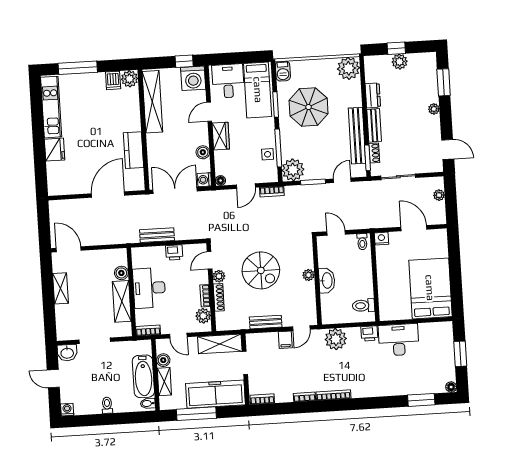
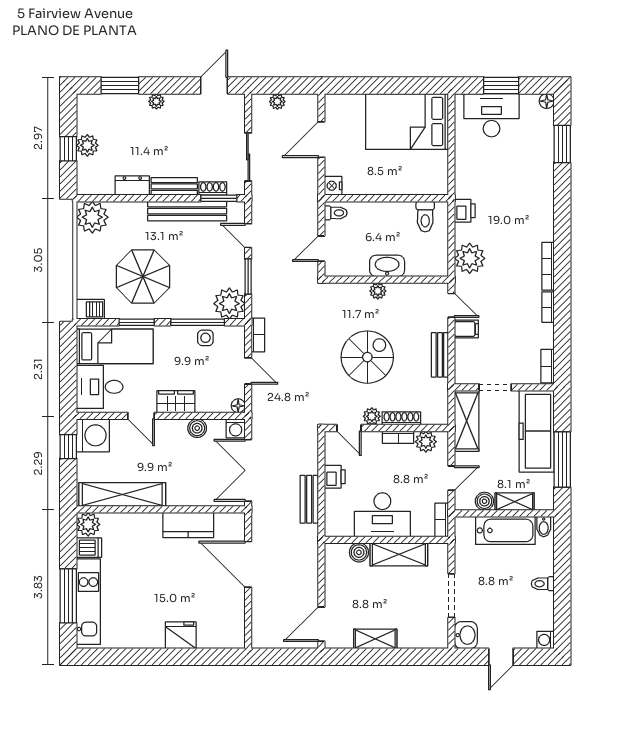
kitchen unit: (51, 107) -> (88, 602), moved, turned 90
desk: (399, 340) -> (492, 115), moved, turned 90

